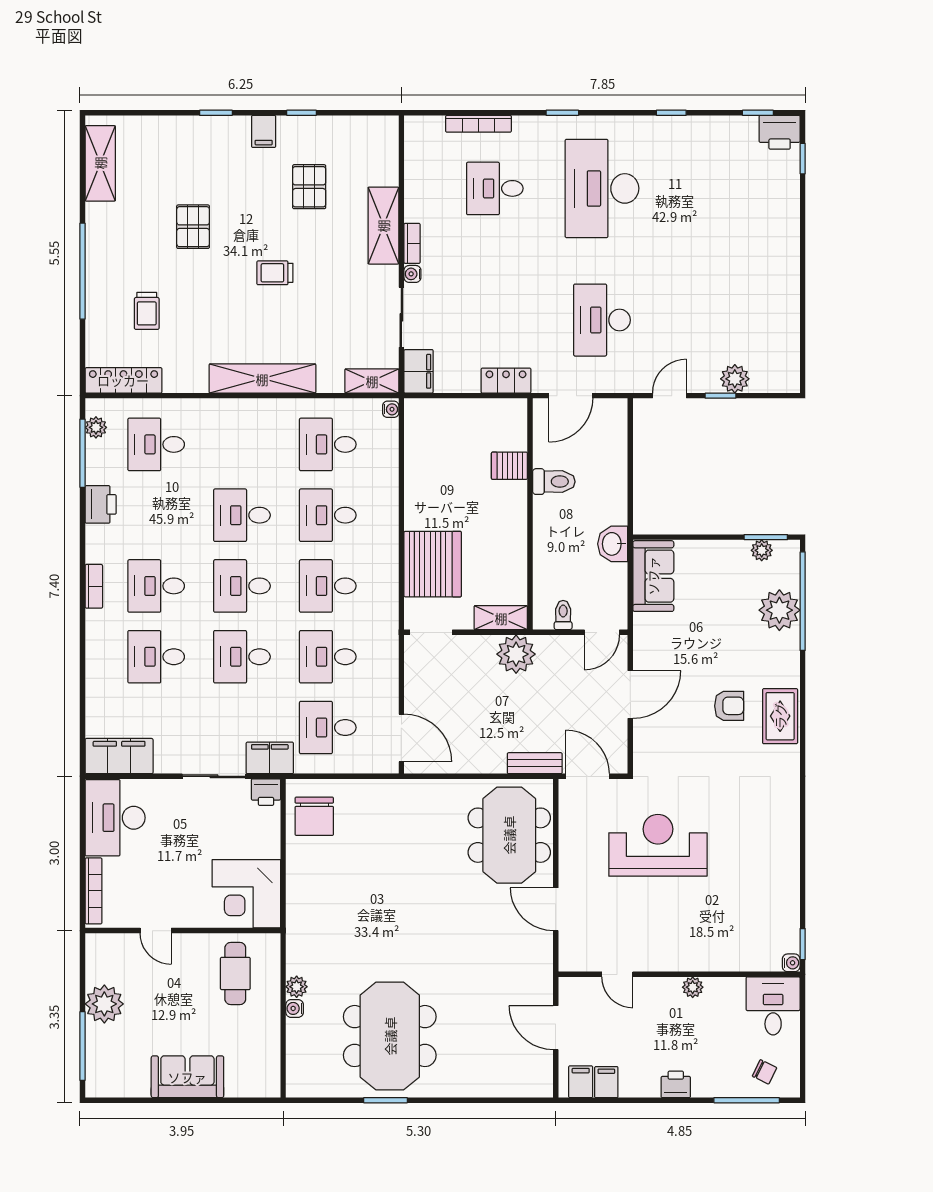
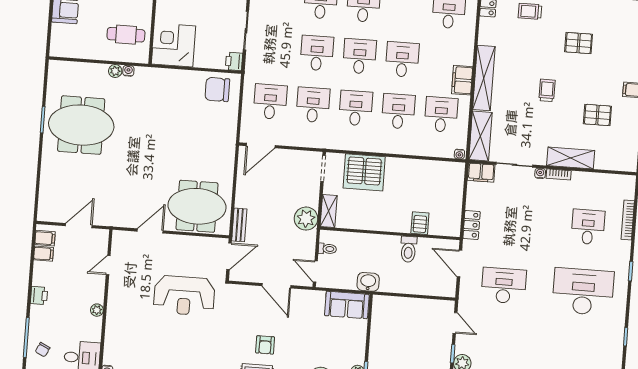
shelving: (372, 381) -> (480, 136), width x1.50, depth x1.33
filing cabinet: (270, 758) -> (462, 80), moved, turned 180
reception desk: (658, 845) -> (184, 296), turned 90
water cooler: (295, 1008) -> (128, 71), moved

